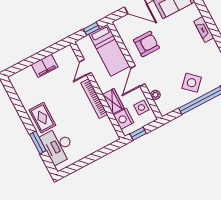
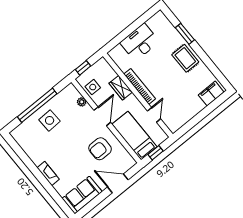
filing cabinet: (45, 66) -> (211, 94), moved
side table: (192, 83) -> (50, 120), turned 45
nightstand: (124, 119) -> (108, 73), removed
window: (138, 134) -> (83, 68), moved
desk: (58, 146) -> (140, 42), moved, turned -90

